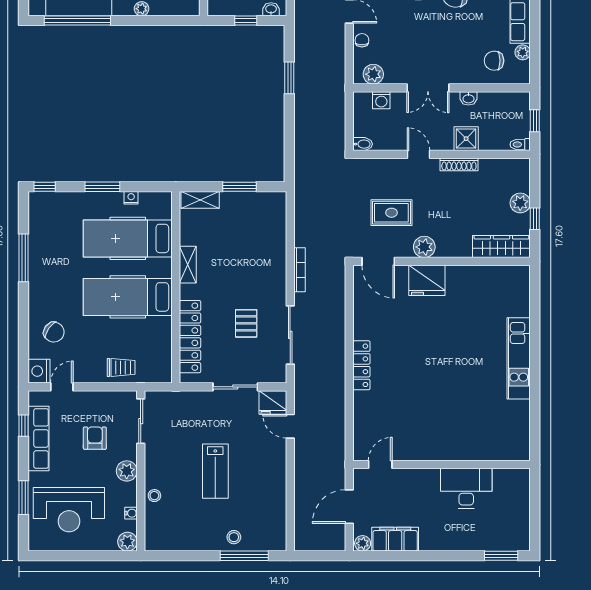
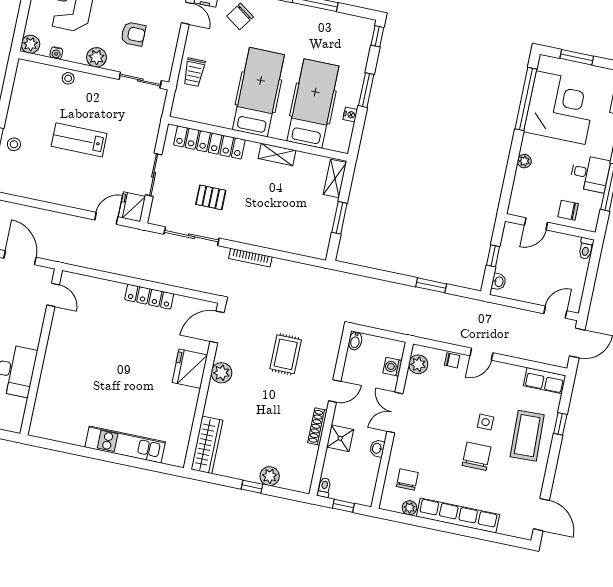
plant: (424, 247) -> (221, 373), moved
wardrobe: (501, 247) -> (207, 445), moved
door: (378, 261) -> (217, 327), moved
wall: (442, 261) -> (205, 386), moved
fridge: (427, 280) -> (190, 369), moved

